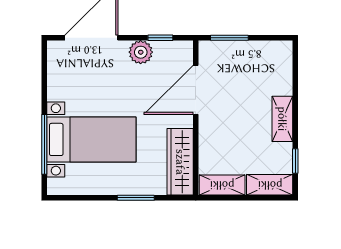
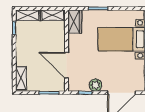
door: (196, 90) -> (67, 65), swing flipped
shelving: (282, 119) -> (21, 78), moved
wardrobe: (180, 162) -> (75, 22), width x0.67

